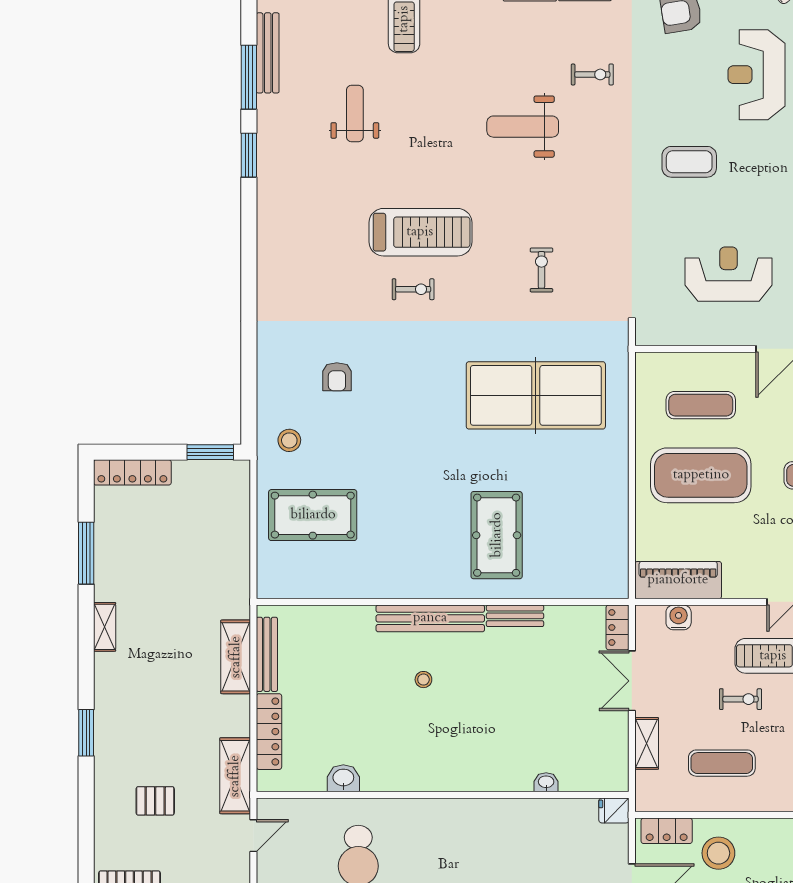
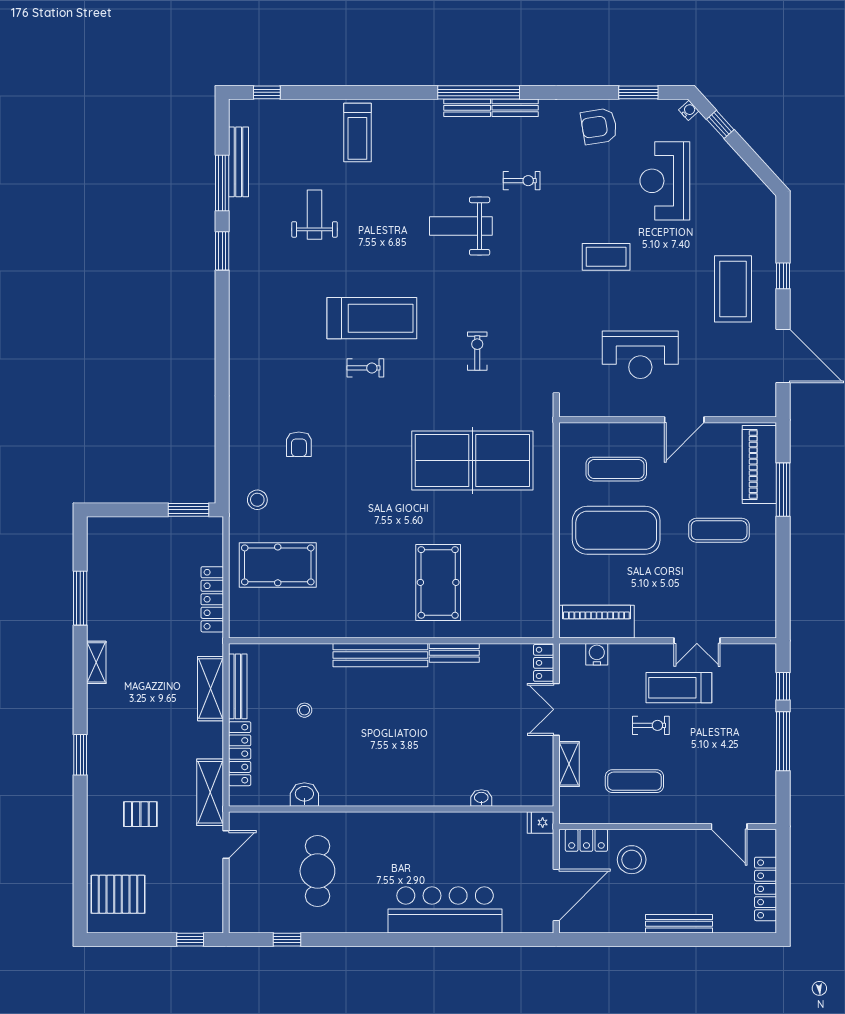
reception desk: (728, 274) -> (640, 355), turned 180
locker: (132, 472) -> (212, 599), moved, turned 90
stool: (423, 680) -> (304, 710), moved

